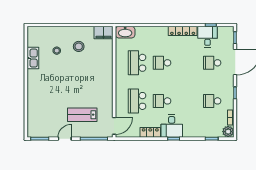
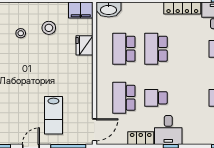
fridge: (106, 60) -> (85, 45), added
school desk: (162, 63) -> (156, 49), width x1.85
lab bench: (82, 115) -> (53, 115), turned -90

